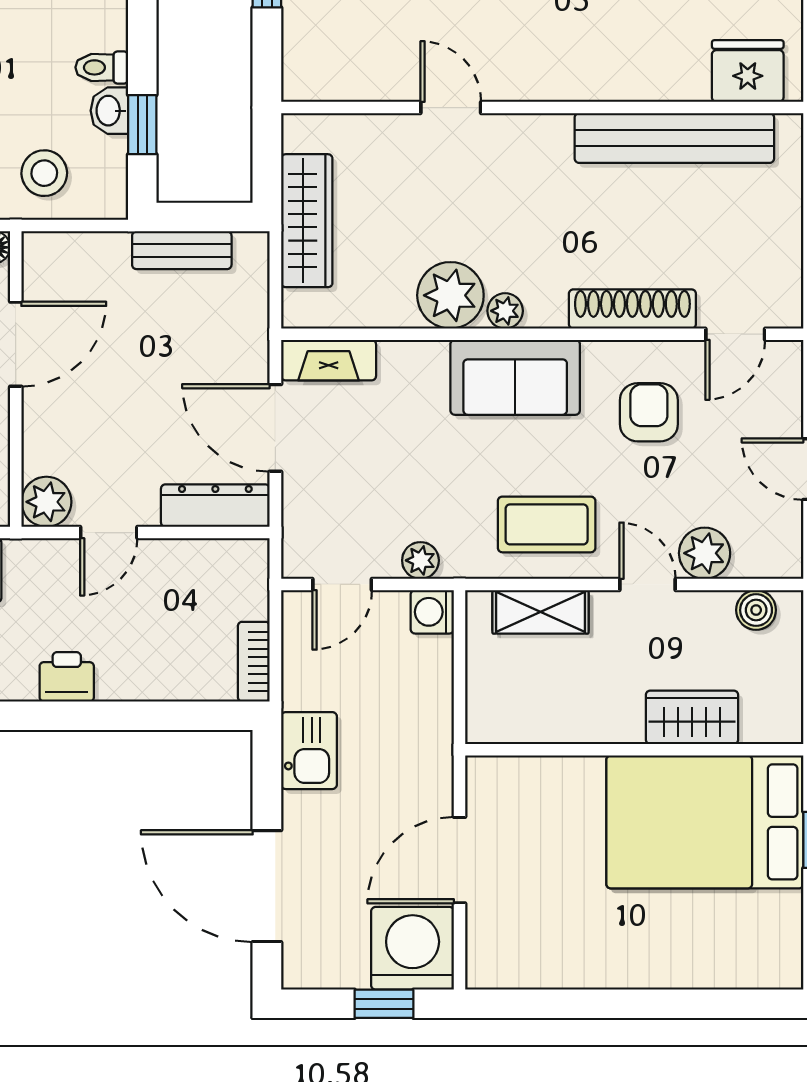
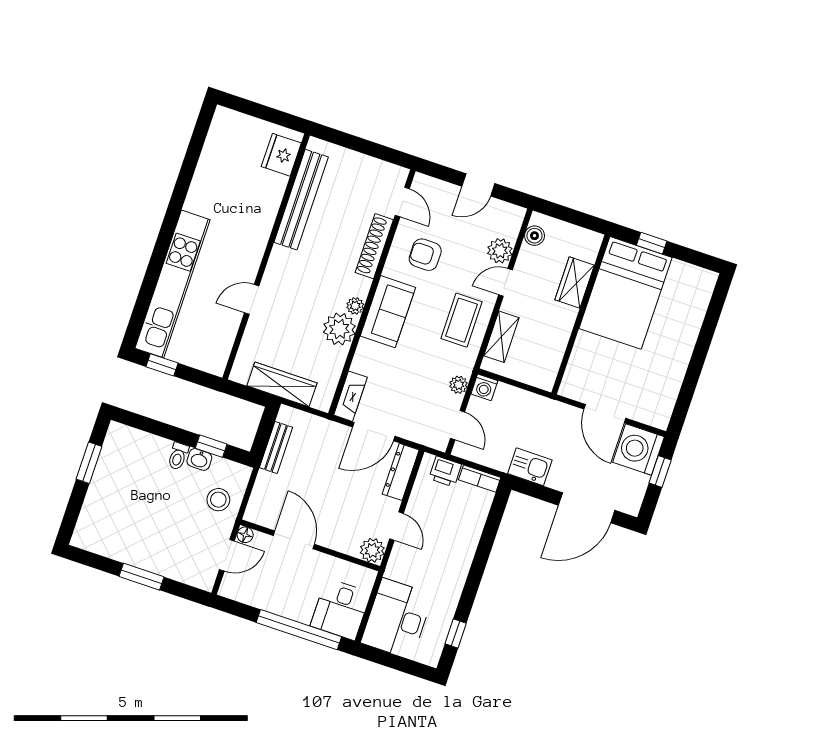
printer: (67, 677) -> (445, 472), moved, turned -90

